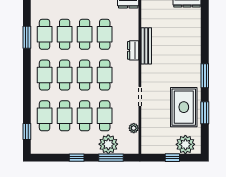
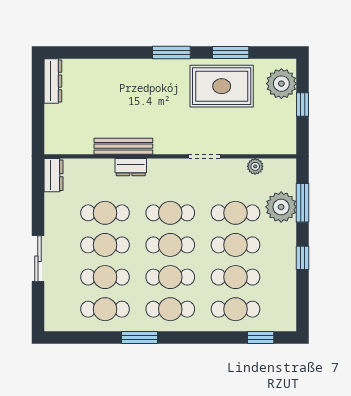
window: (27, 37) -> (139, 338), moved

